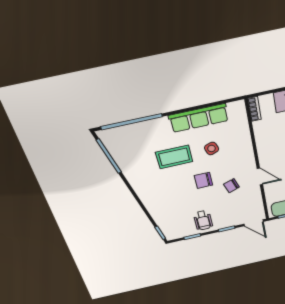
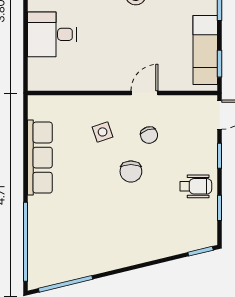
bookcase: (254, 109) -> (44, 84), removed
side table: (212, 148) -> (103, 132), moved
coffee table: (174, 157) -> (86, 202), removed

